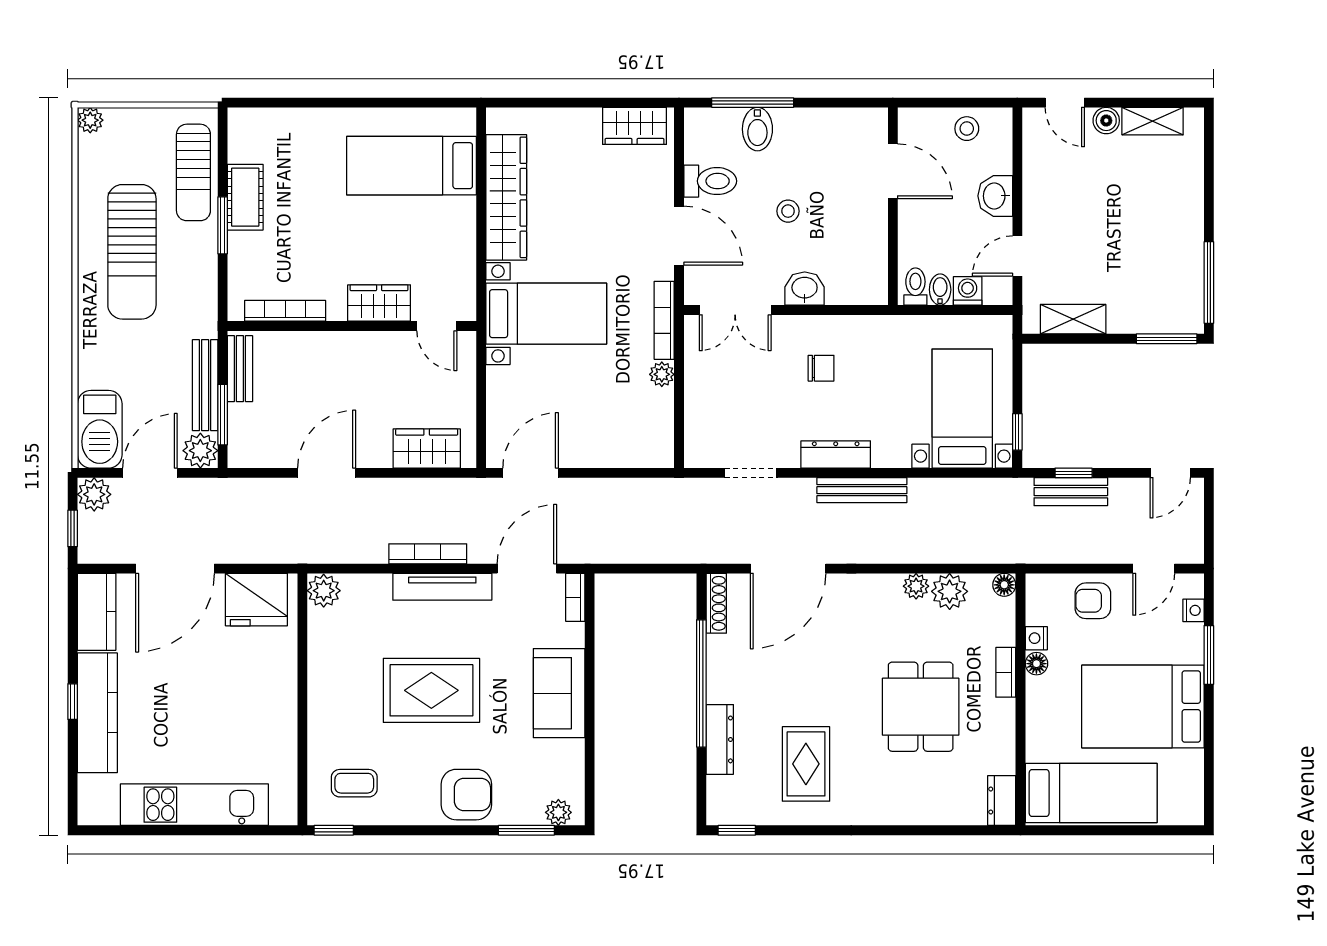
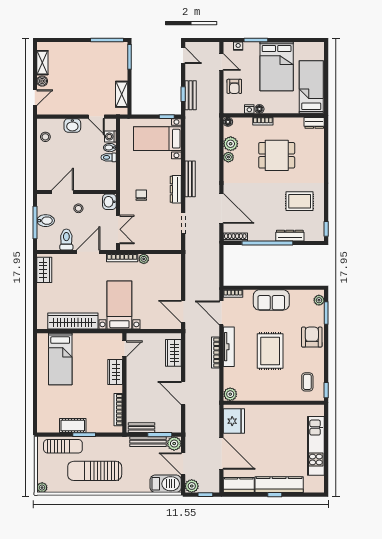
door: (893, 171) -> (62, 192), moved
wall: (893, 206) -> (76, 192), moved
sun lounger: (132, 252) -> (95, 471), turned 180

